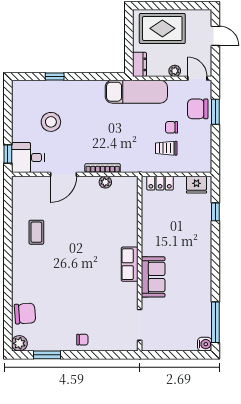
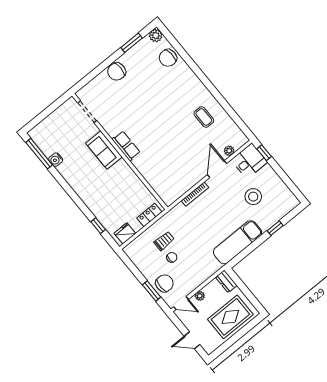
exam couch: (136, 92) -> (238, 242), moved
plant: (105, 182) -> (229, 151), moved
chair: (82, 340) -> (117, 72), width x1.87, depth x1.87
water cooler: (205, 344) -> (56, 160), moved

